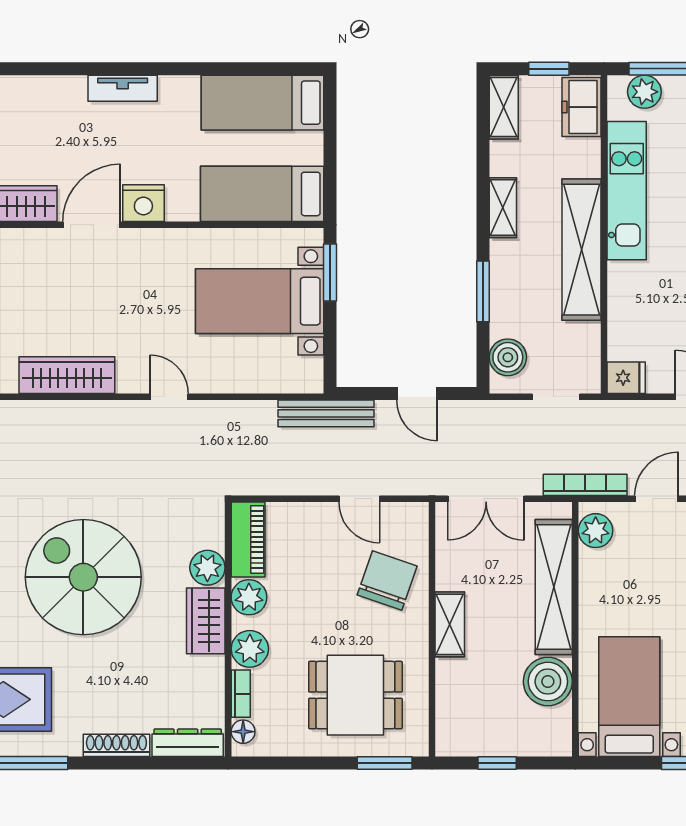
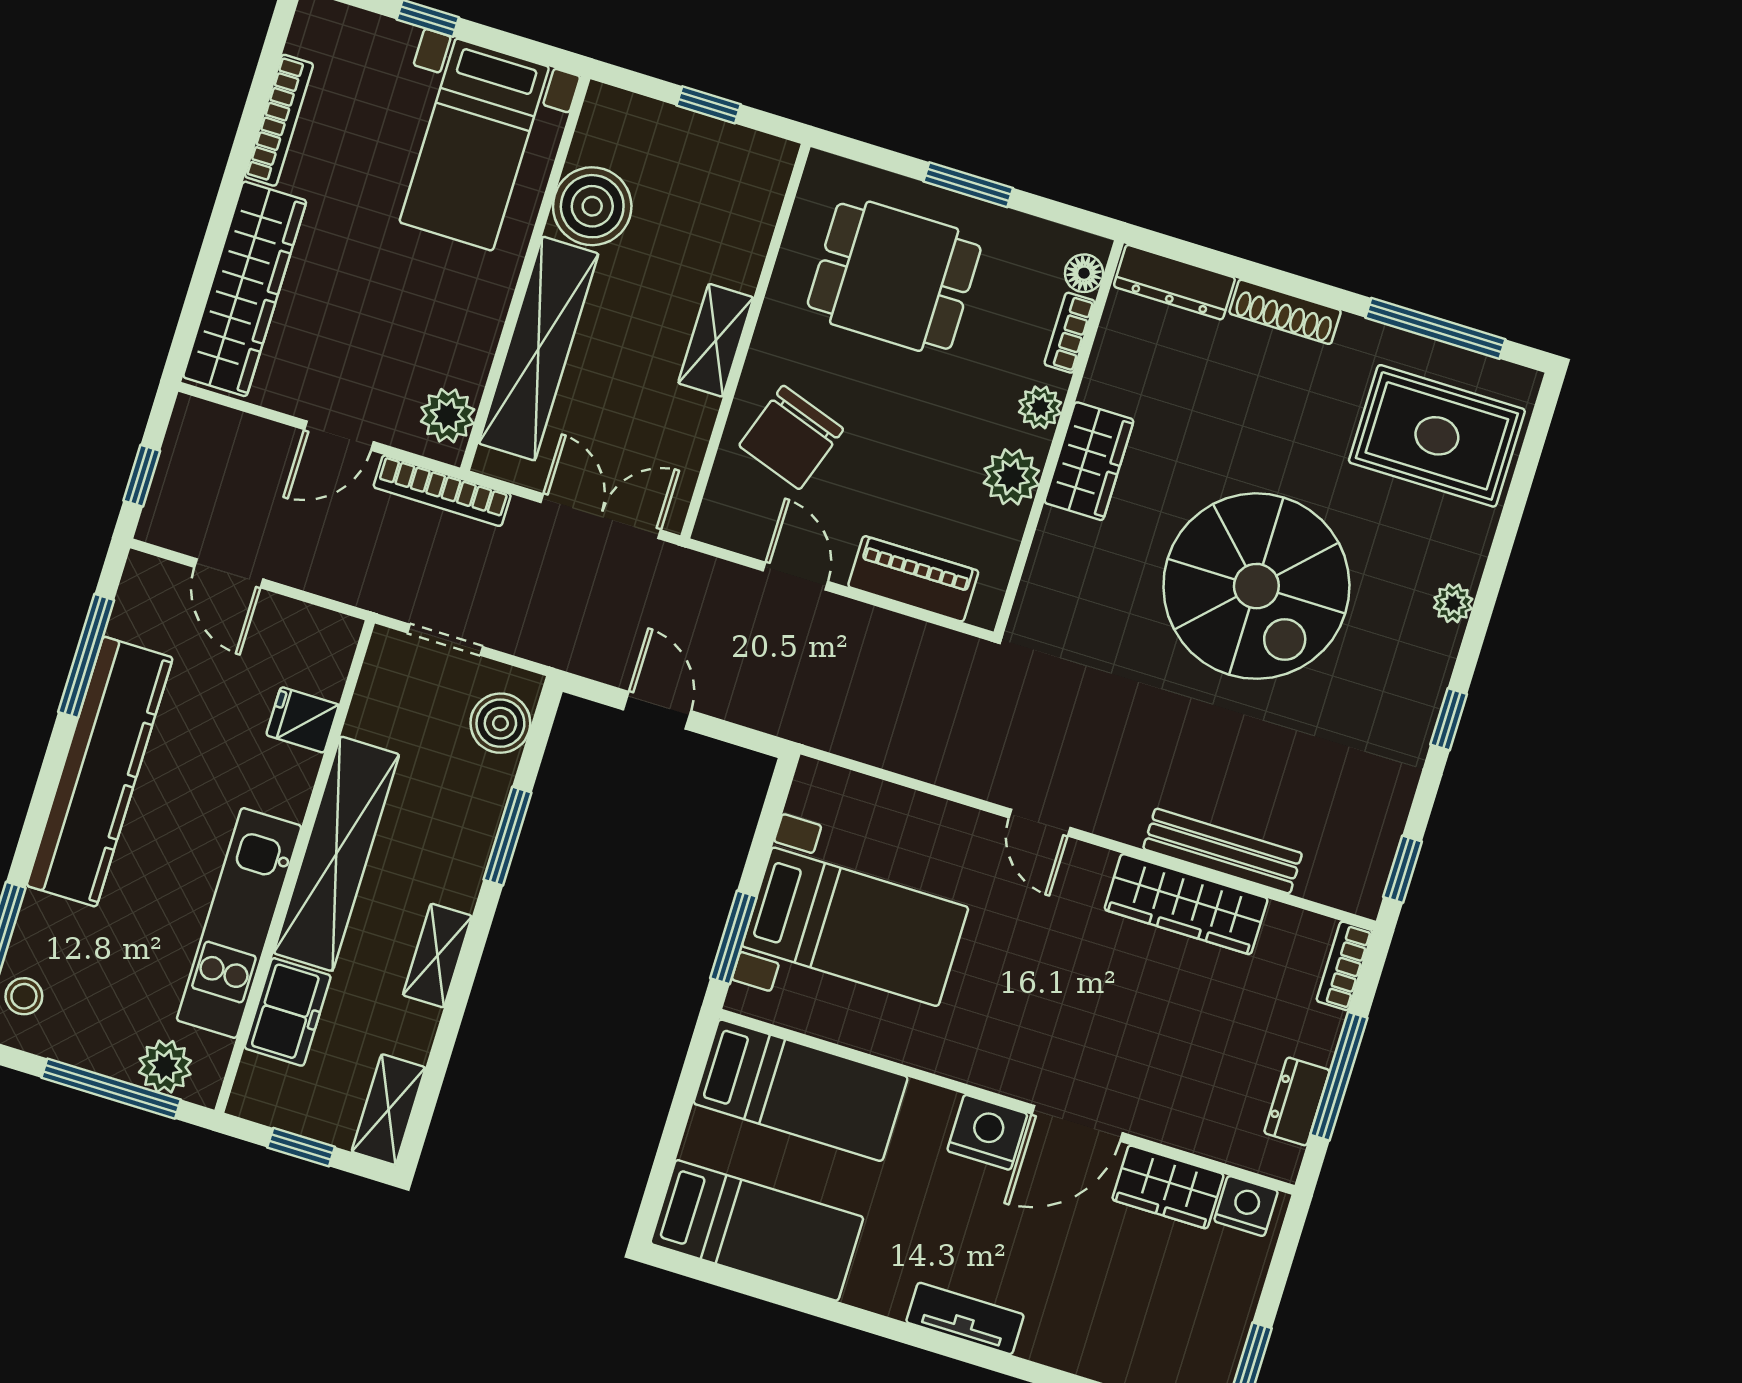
freezer: (582, 107) -> (288, 1012), moved
fridge: (626, 378) -> (303, 720), moved
bench: (326, 413) -> (1223, 851), moved
piano: (248, 539) -> (913, 579), moved, turned 90
plant: (207, 568) -> (1061, 542), removed
plant: (250, 649) -> (1040, 407), width x0.73, depth x0.73
window: (385, 763) -> (968, 185), moved

